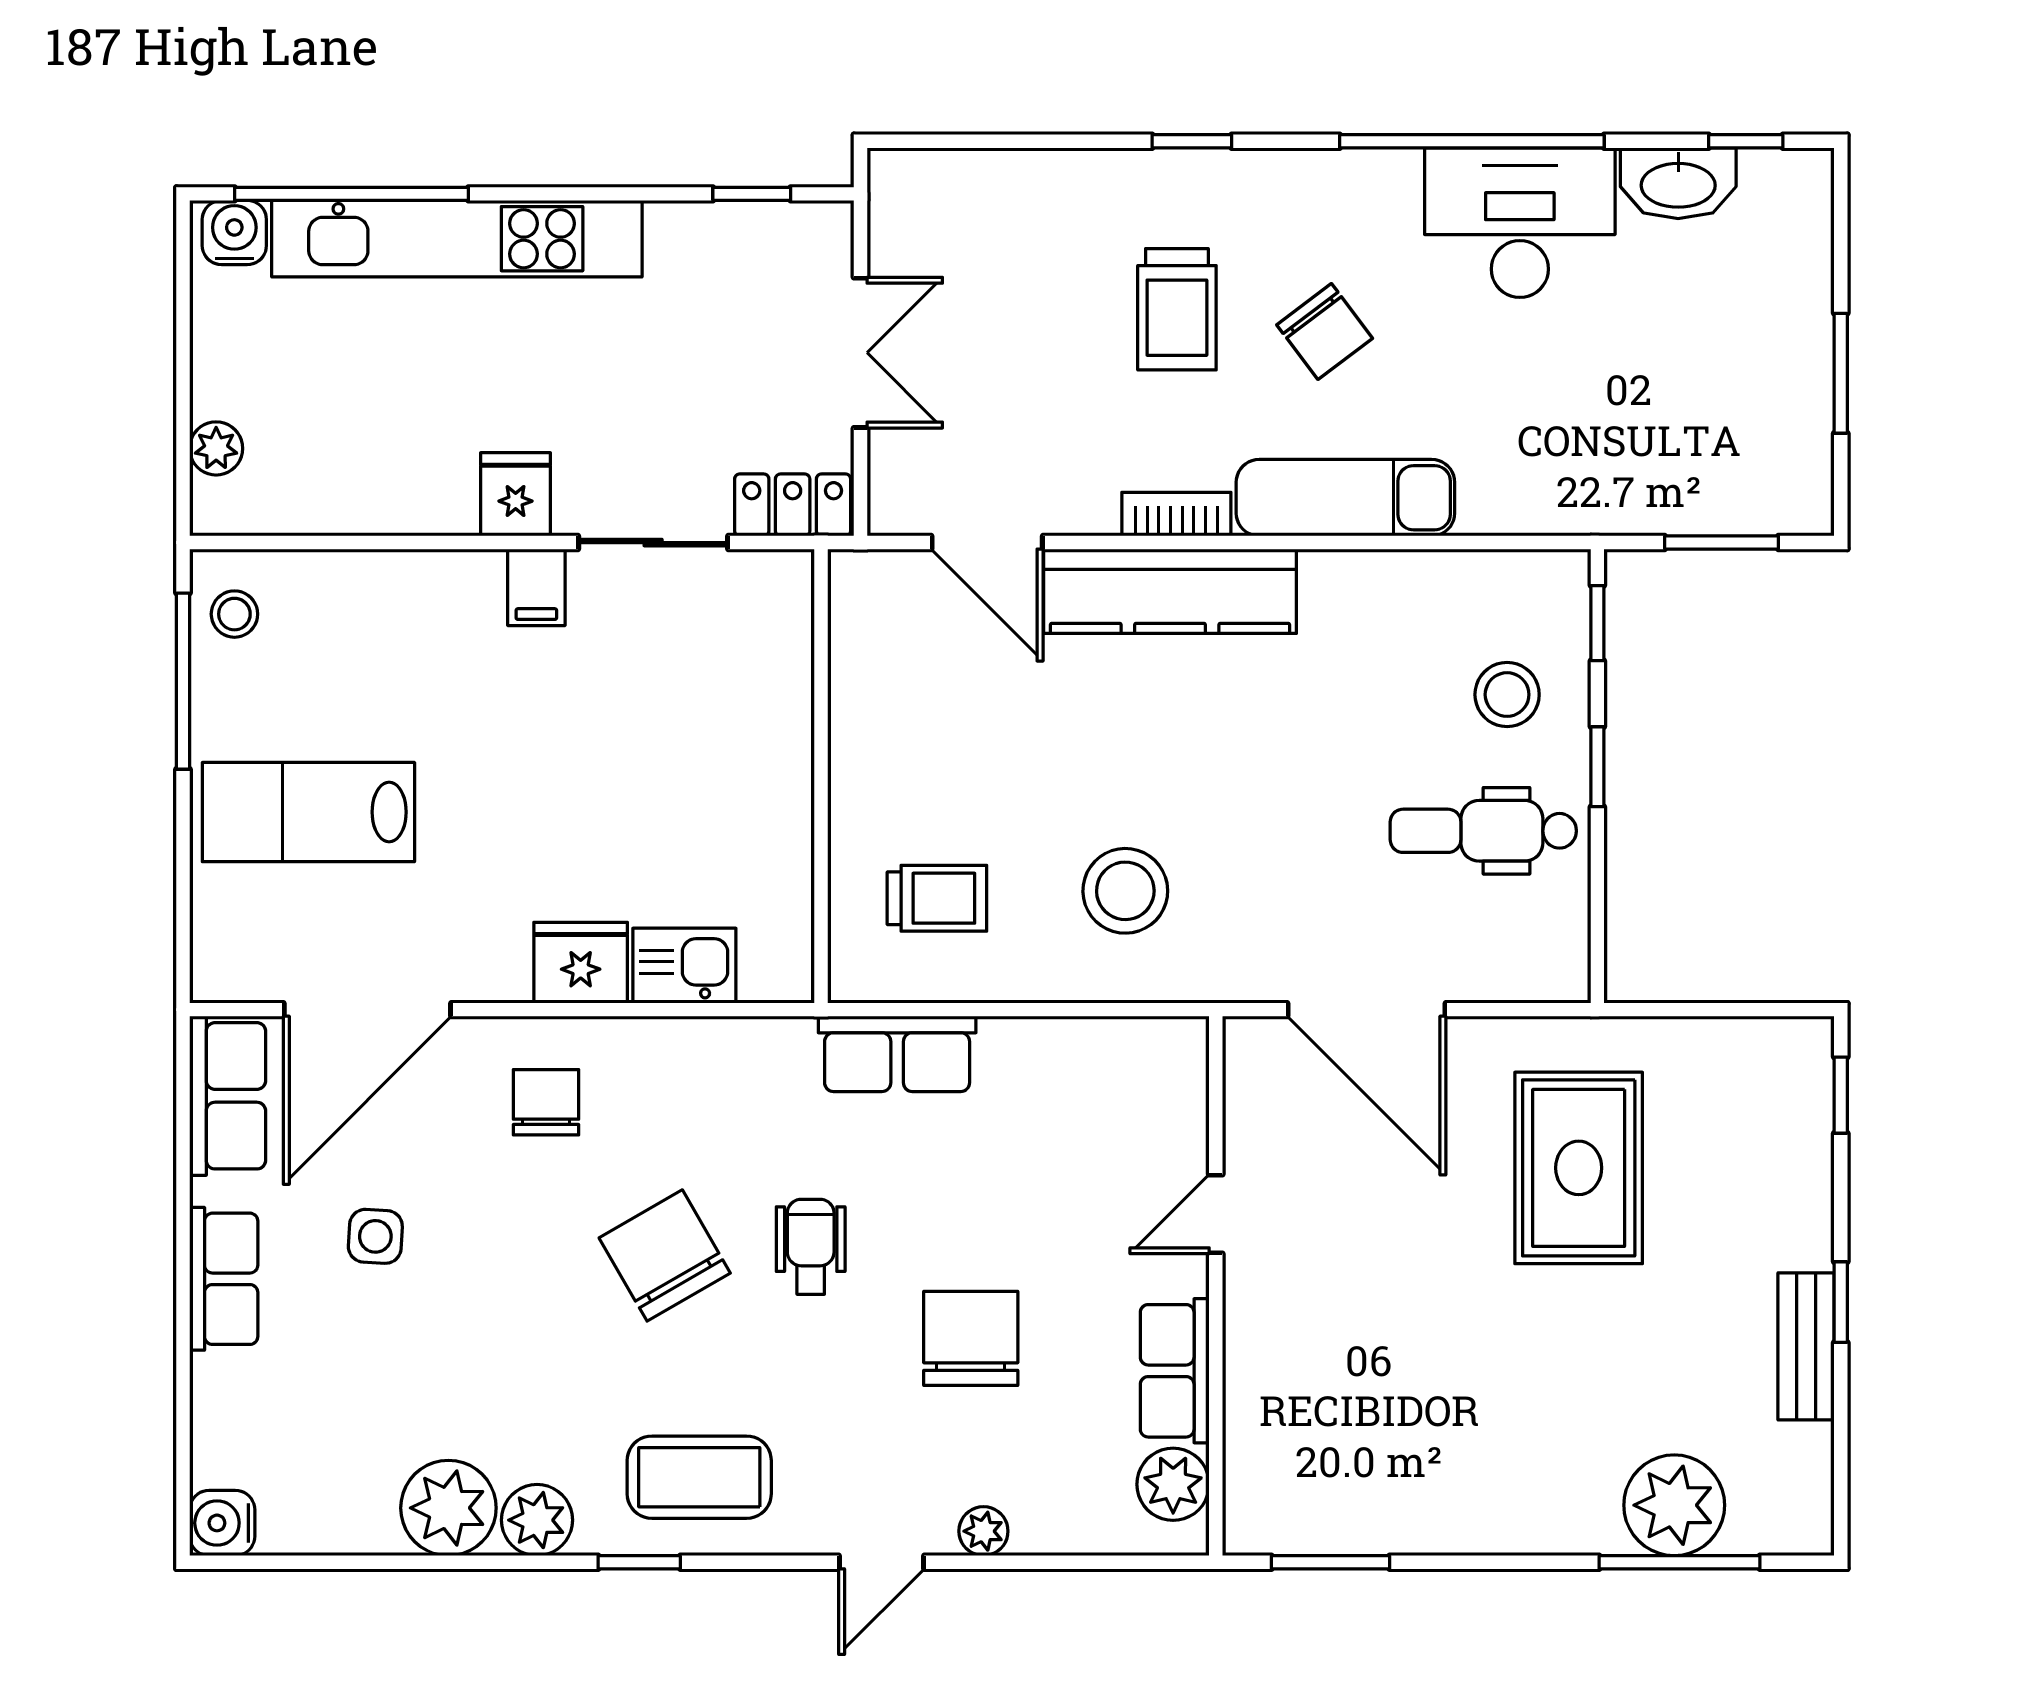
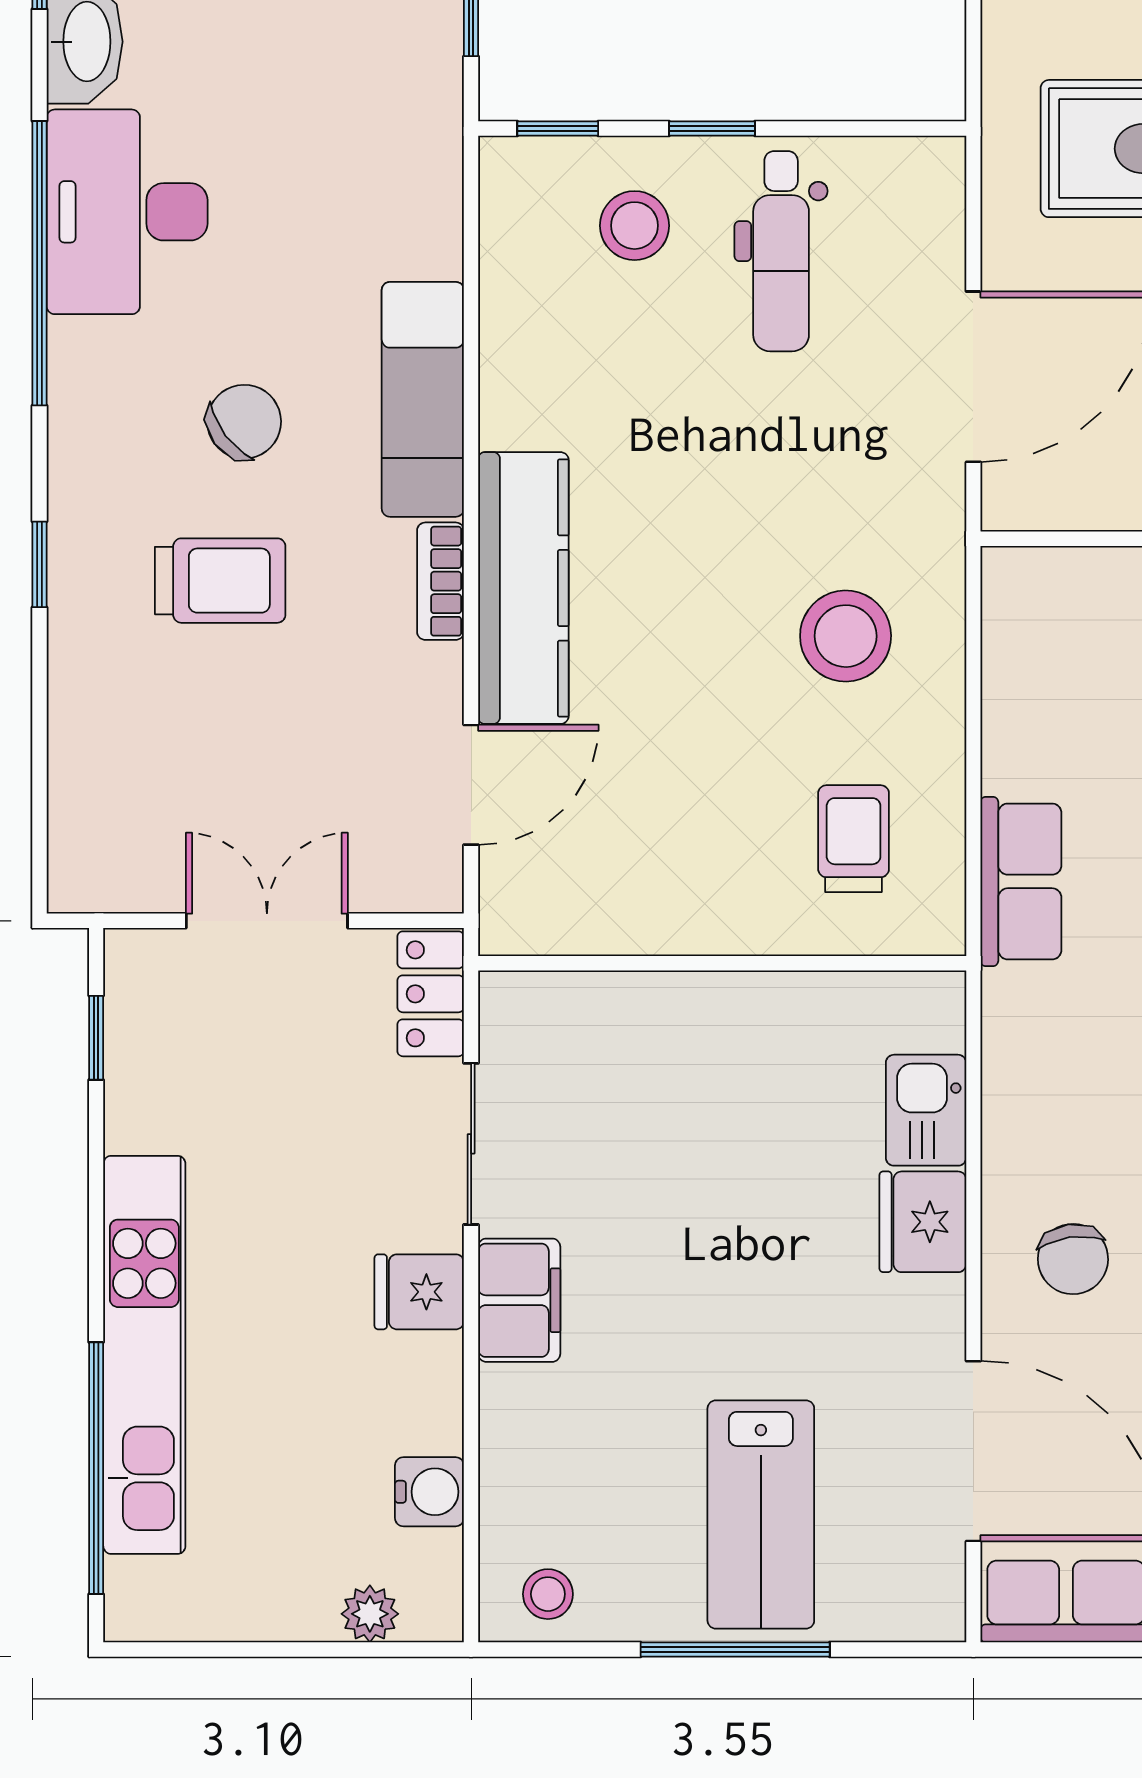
water cooler: (234, 233) -> (429, 1492), moved, turned 180
filing cabinet: (536, 587) -> (519, 1300), width x2.00
window: (183, 681) -> (735, 1649), moved
chair: (546, 1102) -> (1073, 1259), turned -98

